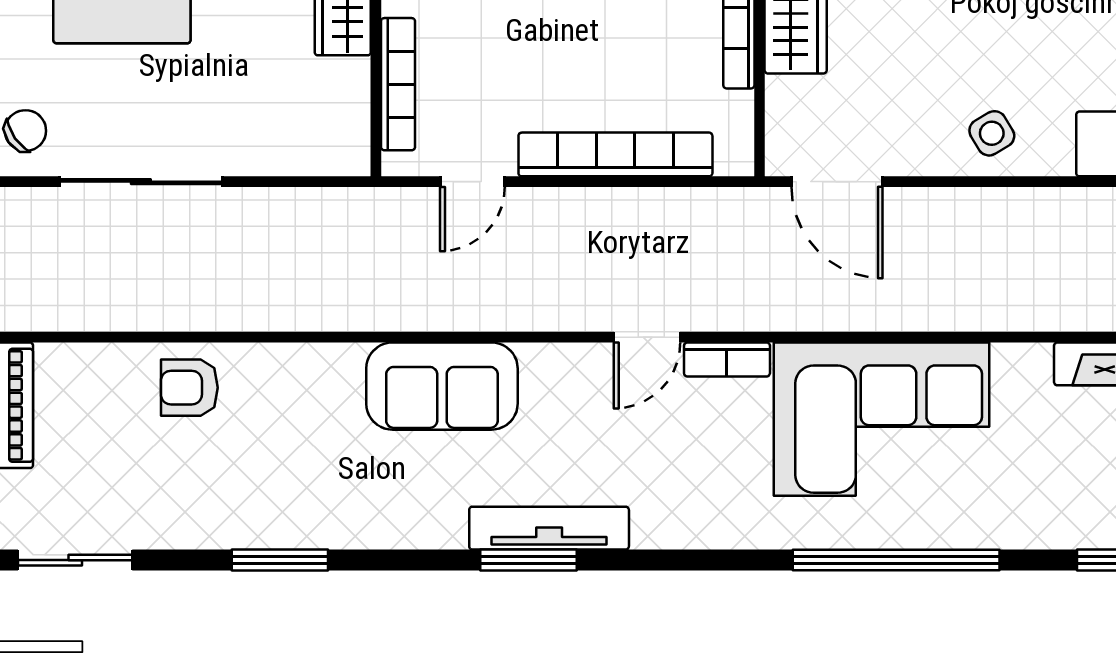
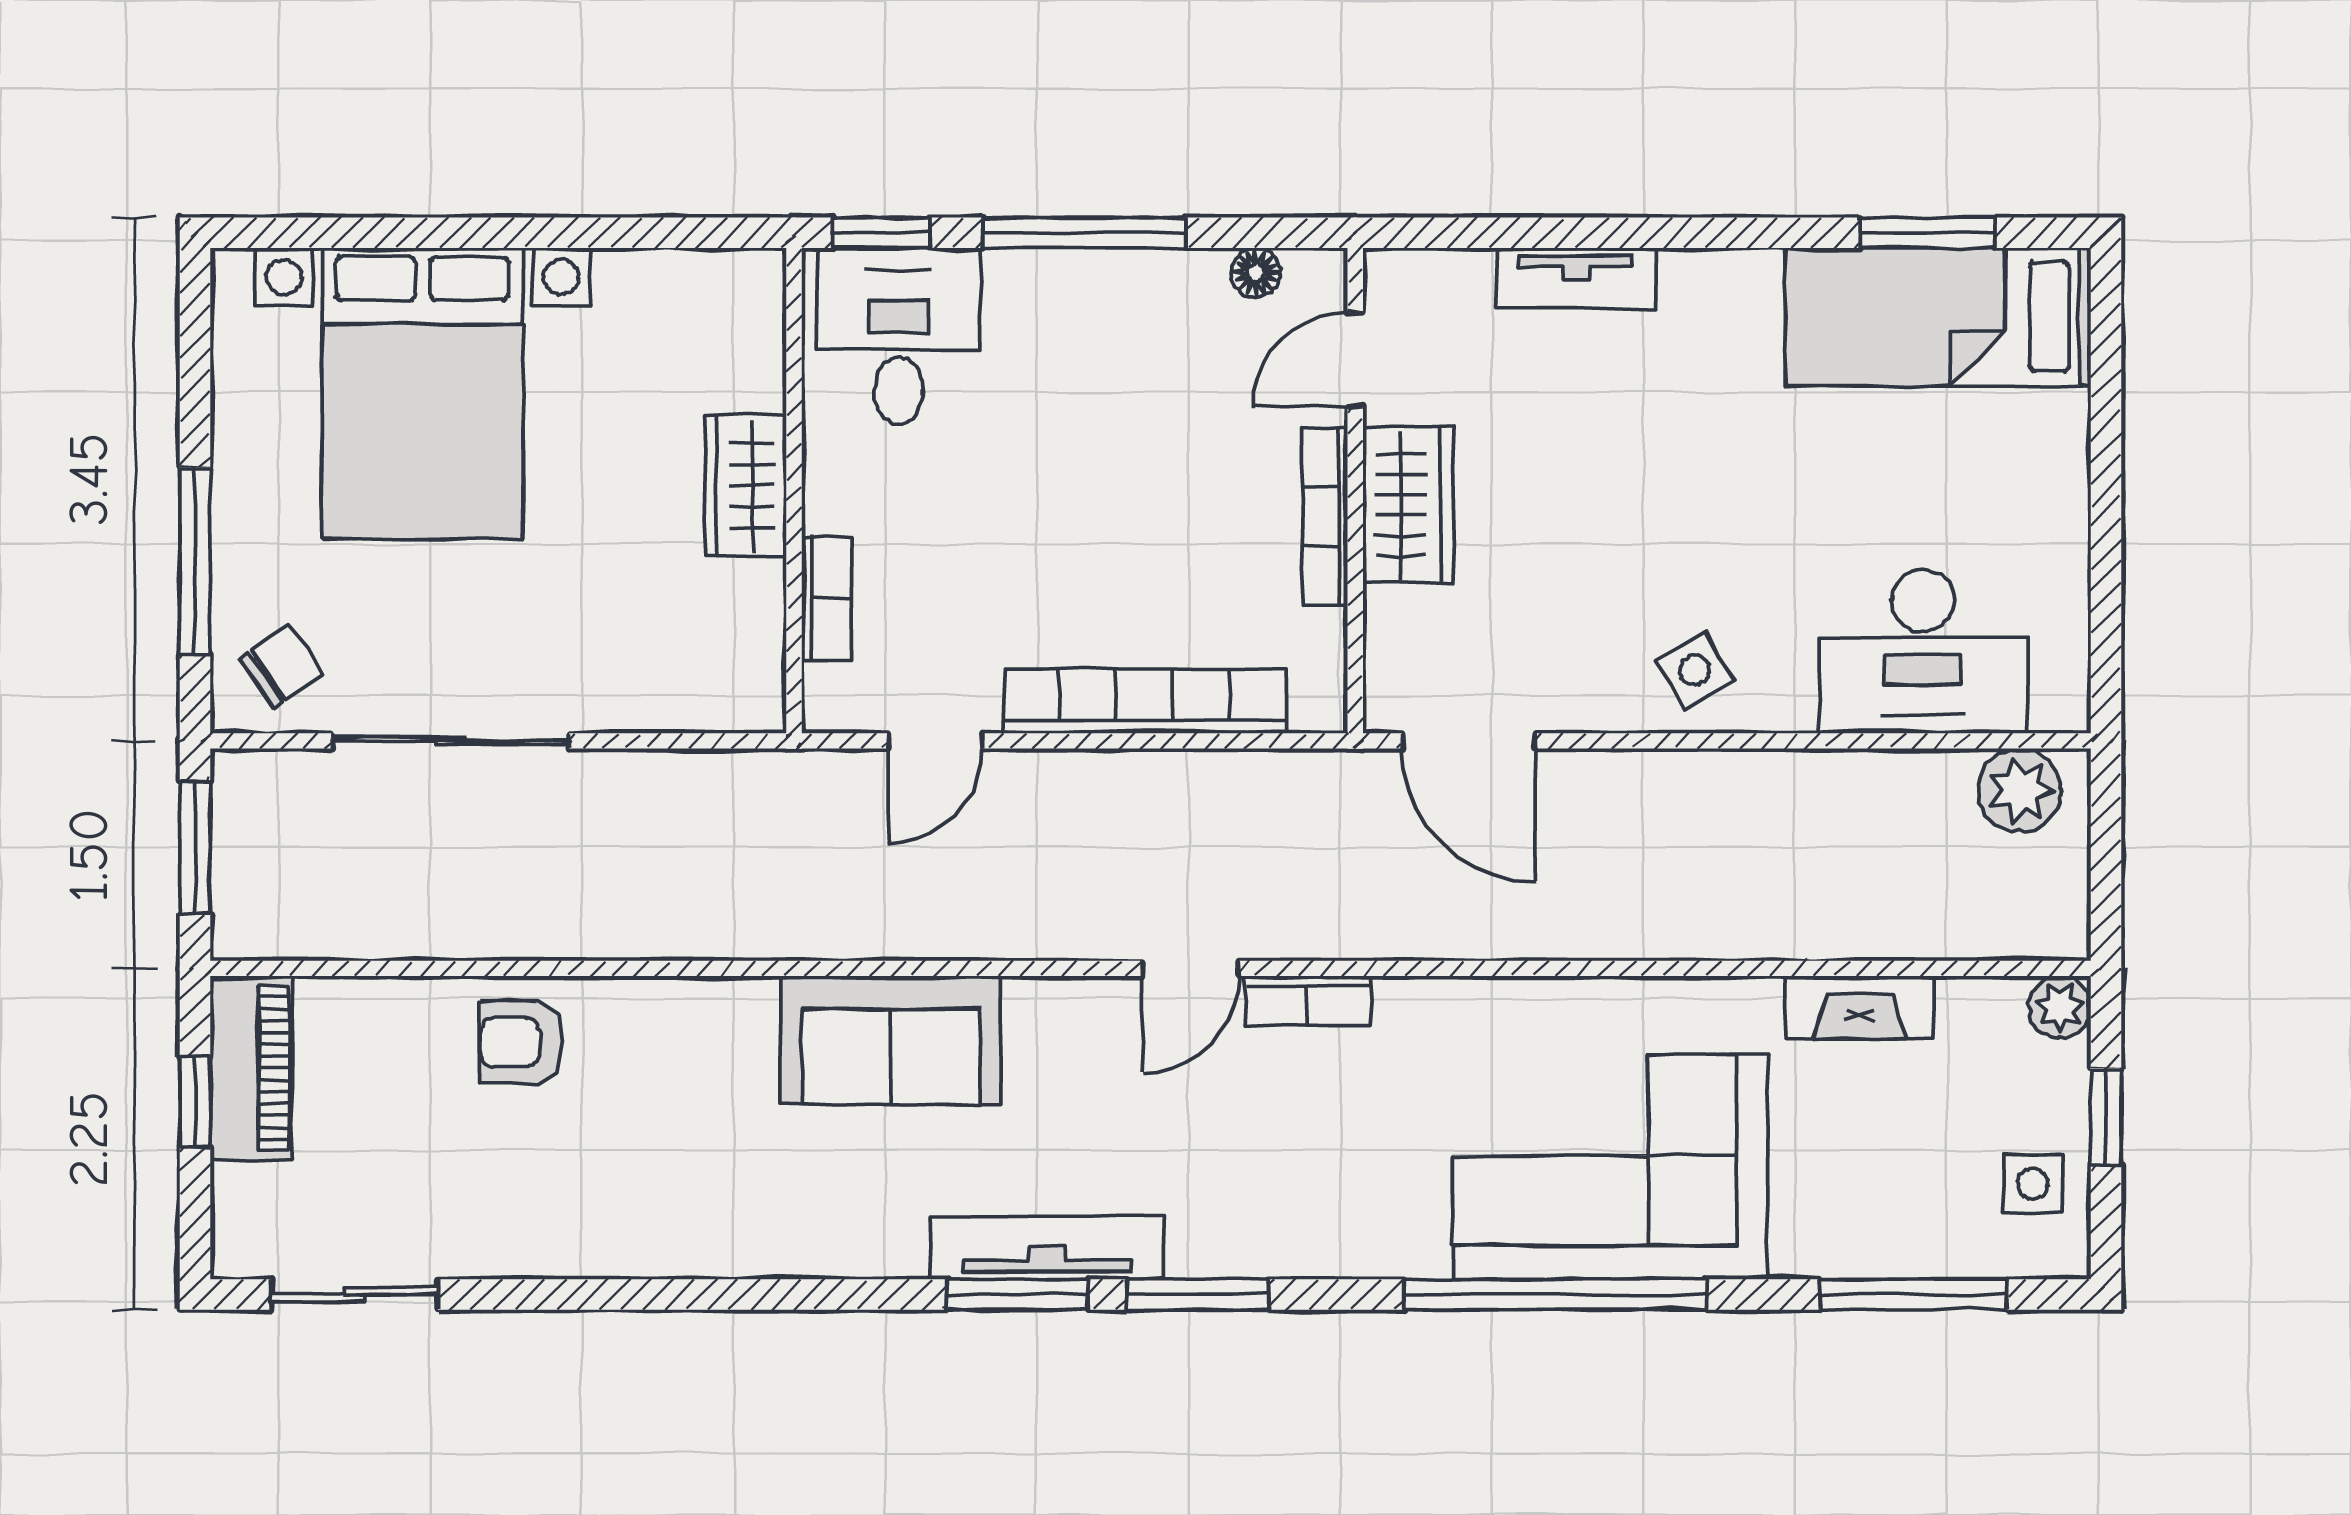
bookcase: (398, 84) -> (826, 598), width x0.64
corner sofa: (882, 419) -> (1610, 1167), moved, turned 180
window: (280, 560) -> (1198, 1294), moved

